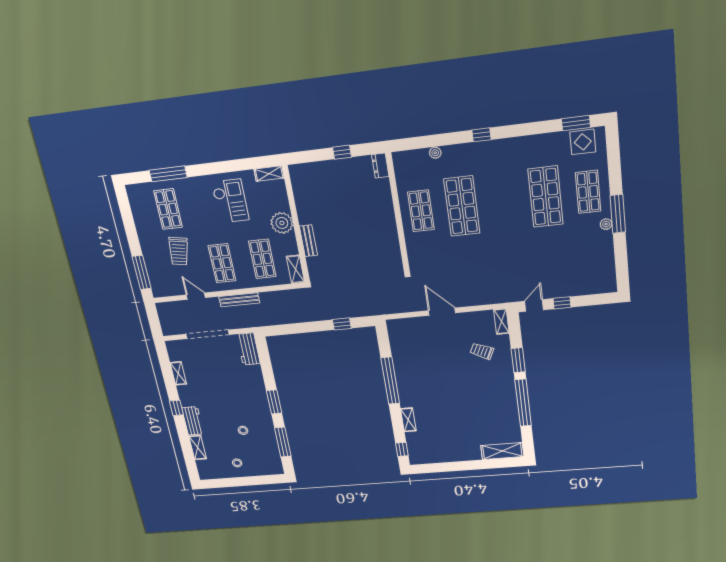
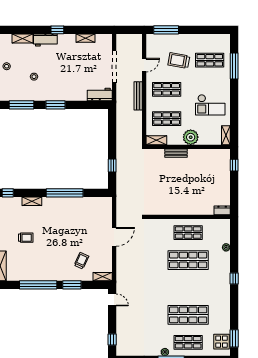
window: (342, 152) -> (234, 165), moved
window: (562, 303) -> (112, 339), moved
trolley: (459, 423) -> (26, 238), added

